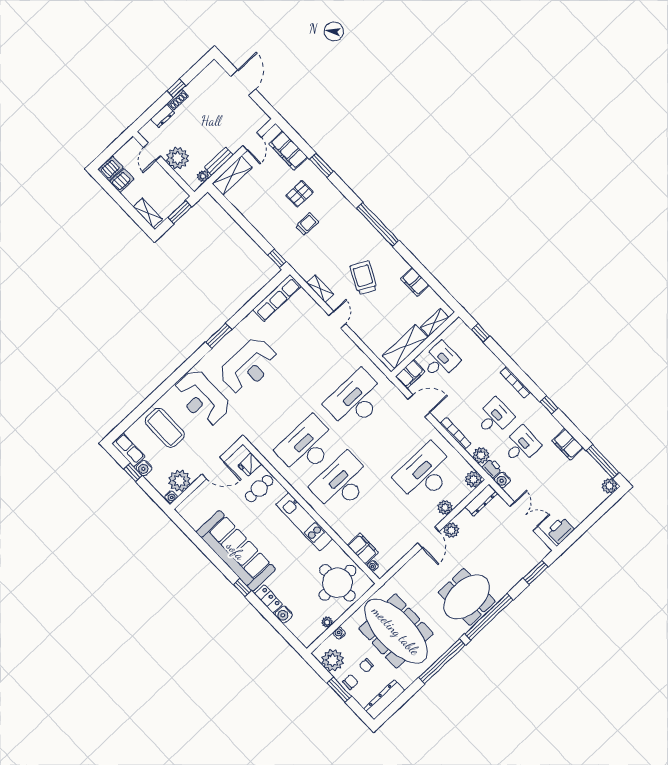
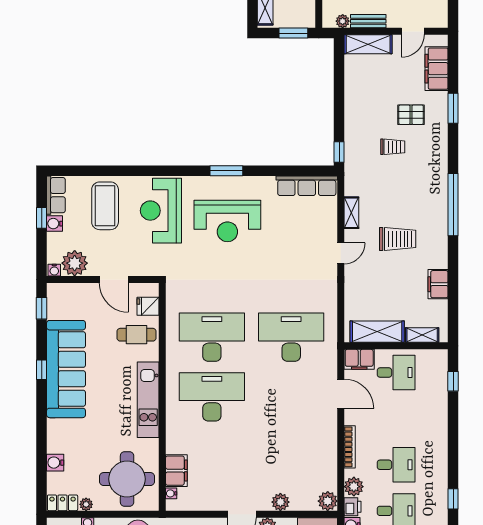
trolley: (364, 278) -> (398, 239), turned 63
bookcase: (515, 382) -> (443, 452), removed
desk: (425, 473) -> (291, 457), removed
window: (185, 528) -> (42, 308), added
window: (242, 588) -> (42, 370), moved
locker: (268, 599) -> (63, 503), moved, turned -90

